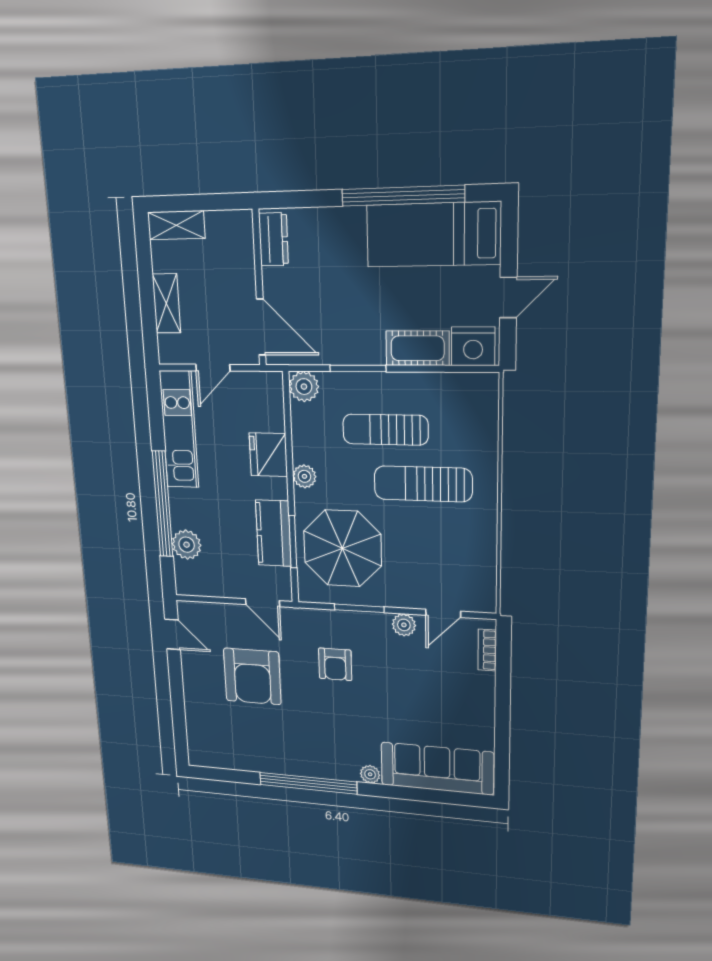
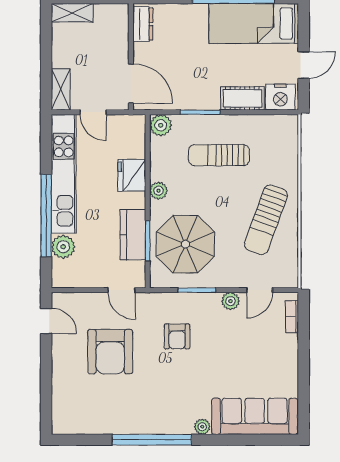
shelving: (166, 303) -> (61, 89), moved
door: (213, 368) -> (93, 112), hinge flipped
kitchen unit: (179, 430) -> (64, 174), width x1.36
sun lounger: (423, 484) -> (266, 220), moved, turned -70

